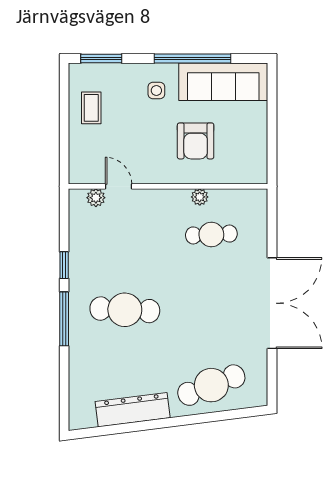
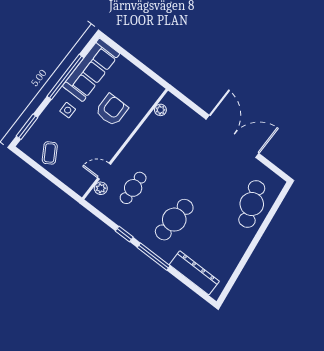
coffee table: (91, 108) -> (50, 153), turned 59
armchair: (196, 141) -> (112, 110), turned -90
plant: (200, 197) -> (160, 110), moved
cafe table: (211, 235) -> (133, 188), moved
dresser: (133, 410) -> (194, 273), moved, turned 97

